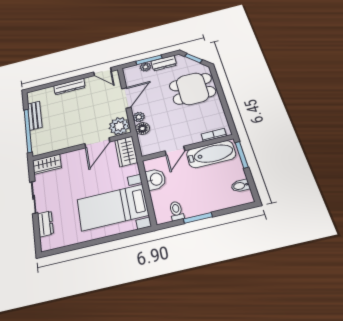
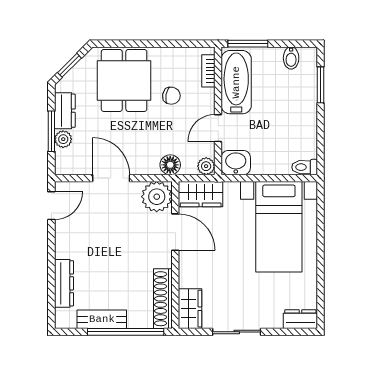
dresser: (69, 87) -> (64, 283), moved
plant: (139, 117) -> (206, 166), moved
chair: (190, 118) -> (171, 96), added
shoe rack: (52, 146) -> (163, 299), added
door: (175, 151) -> (218, 128), swing flipped
washbasin: (156, 179) -> (236, 163), moved
toilet: (176, 211) -> (305, 167), moved
window: (198, 218) -> (321, 85), moved
dresser: (45, 224) -> (300, 319), moved

